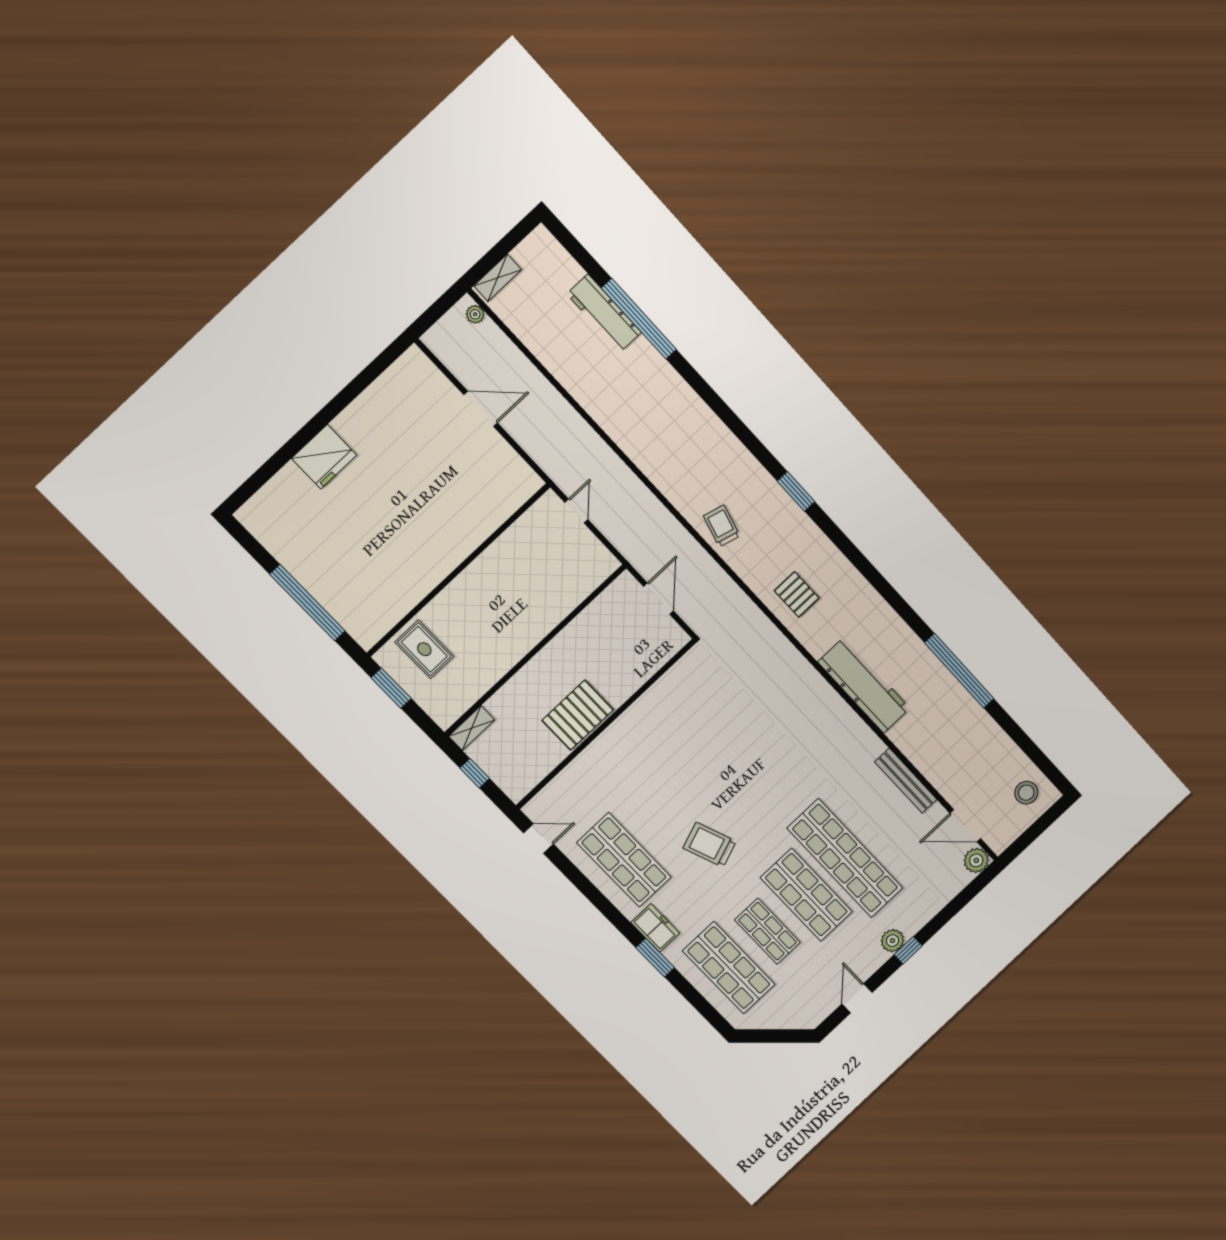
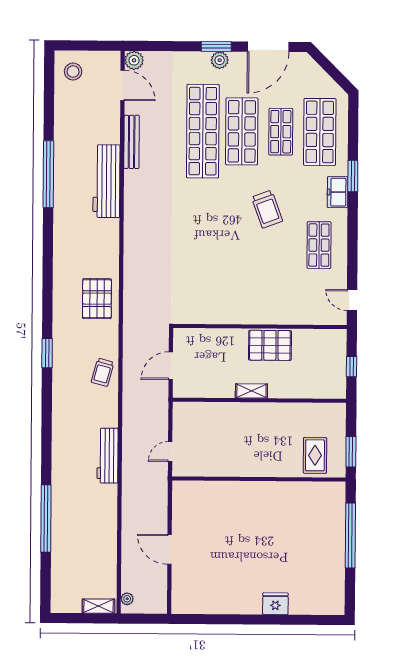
workbench: (604, 313) -> (107, 456), moved, turned 180
fridge: (324, 457) -> (275, 604), width x0.73, depth x0.75
pallet: (797, 594) -> (97, 299), width x1.50, depth x1.42
workbench: (864, 685) -> (106, 181), moved
shelving: (472, 728) -> (251, 391), moved
shop shelf: (624, 860) -> (319, 245), width x0.70, depth x0.74
window: (908, 950) -> (216, 46), width x1.50
door: (857, 998) -> (268, 47), width x1.88

